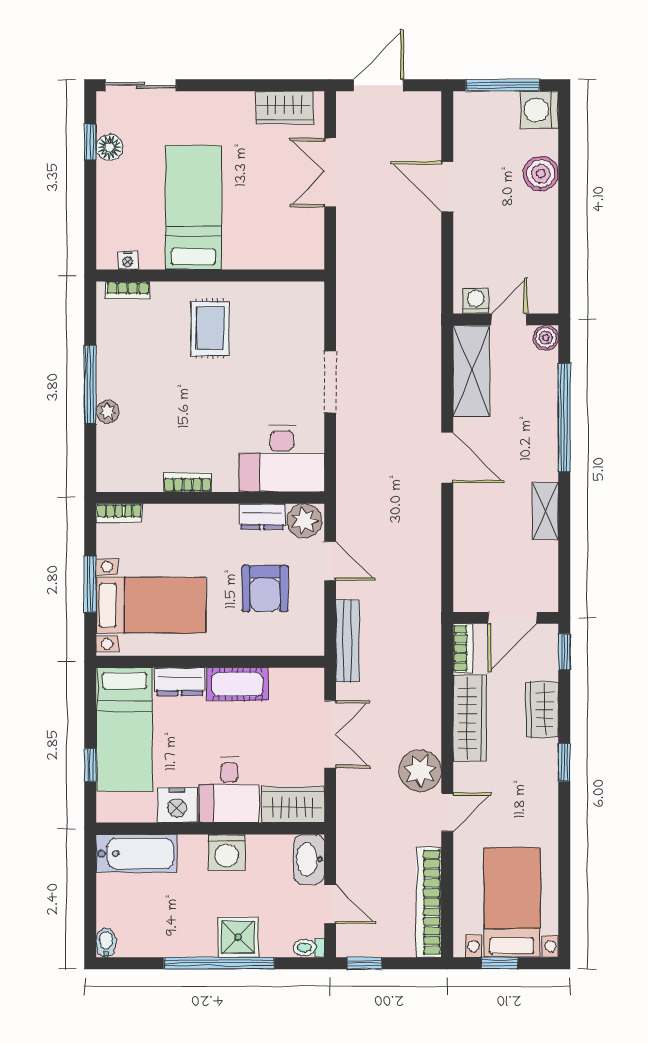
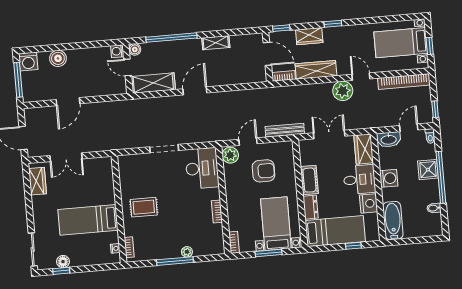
washing machine: (476, 300) -> (117, 51), moved
dresser: (262, 517) -> (230, 175), removed
bidet: (106, 943) -> (434, 208), moved

